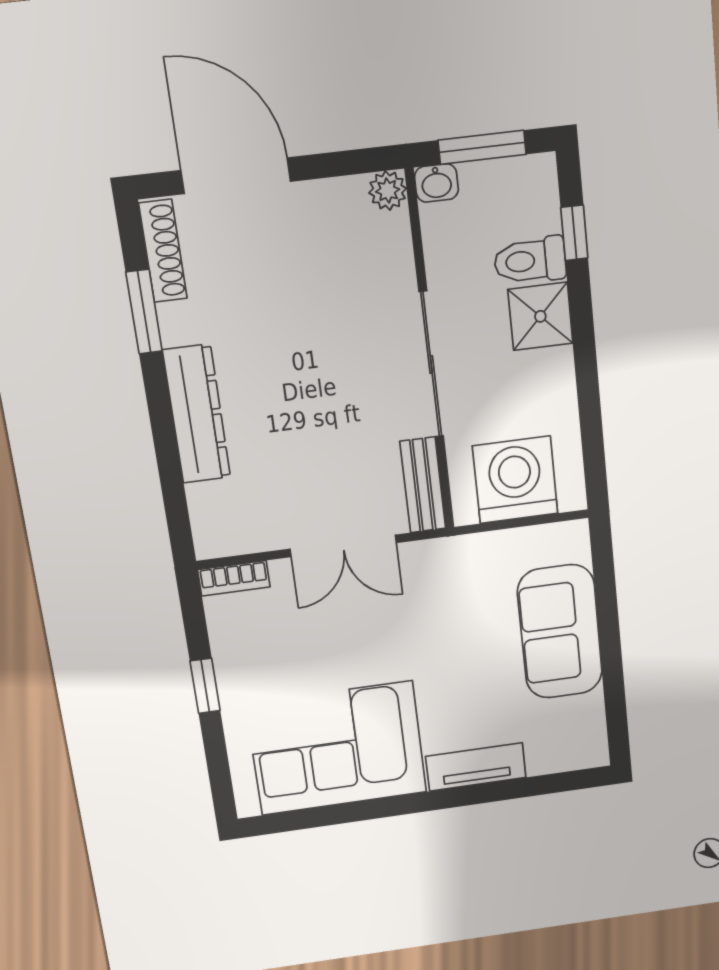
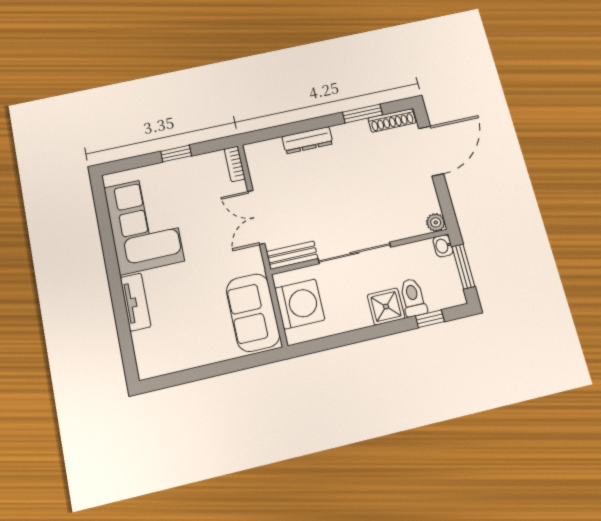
dresser: (197, 414) -> (307, 140), width x0.73, depth x0.80
sofa: (560, 632) -> (253, 312), moved, turned -90

